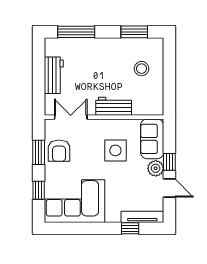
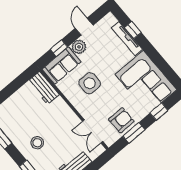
stool: (142, 69) -> (37, 143), moved
workbench: (114, 106) -> (43, 88), moved
window: (169, 162) -> (59, 48), moved
tv unit: (142, 217) -> (127, 39), moved

